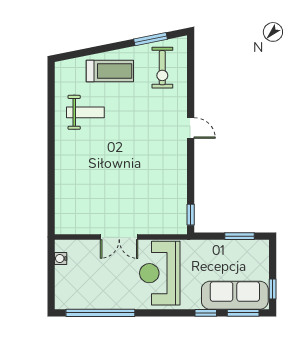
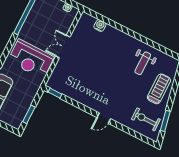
treadmill: (110, 71) -> (159, 89), turned 180
water cooler: (63, 200) -> (100, 25), added
reception desk: (160, 273) -> (31, 59), turned 180

